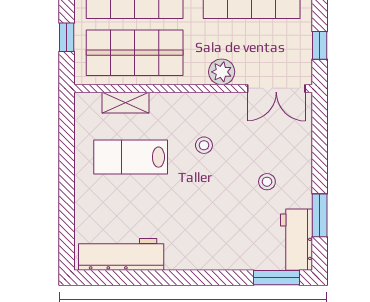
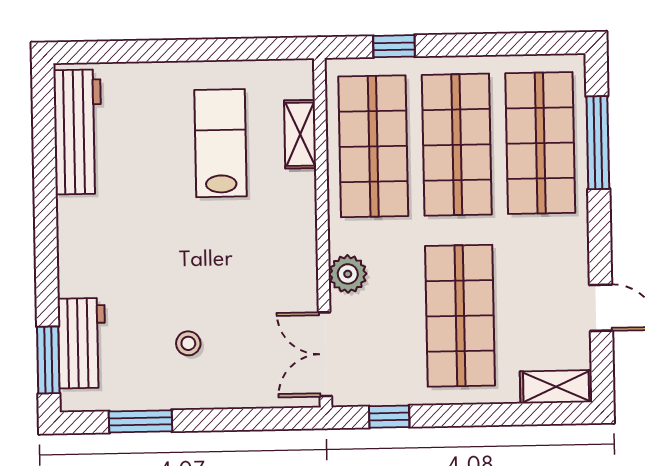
stool: (204, 145) -> (240, 250), removed
workbench: (297, 240) -> (82, 343), moved, turned 90

